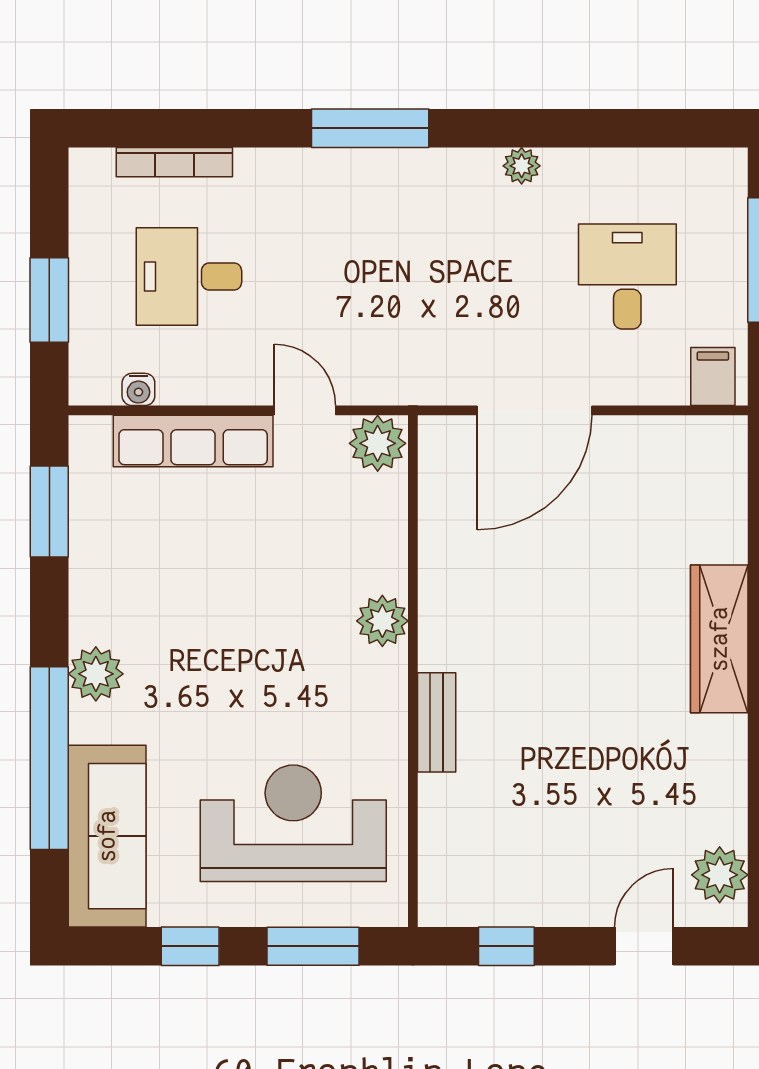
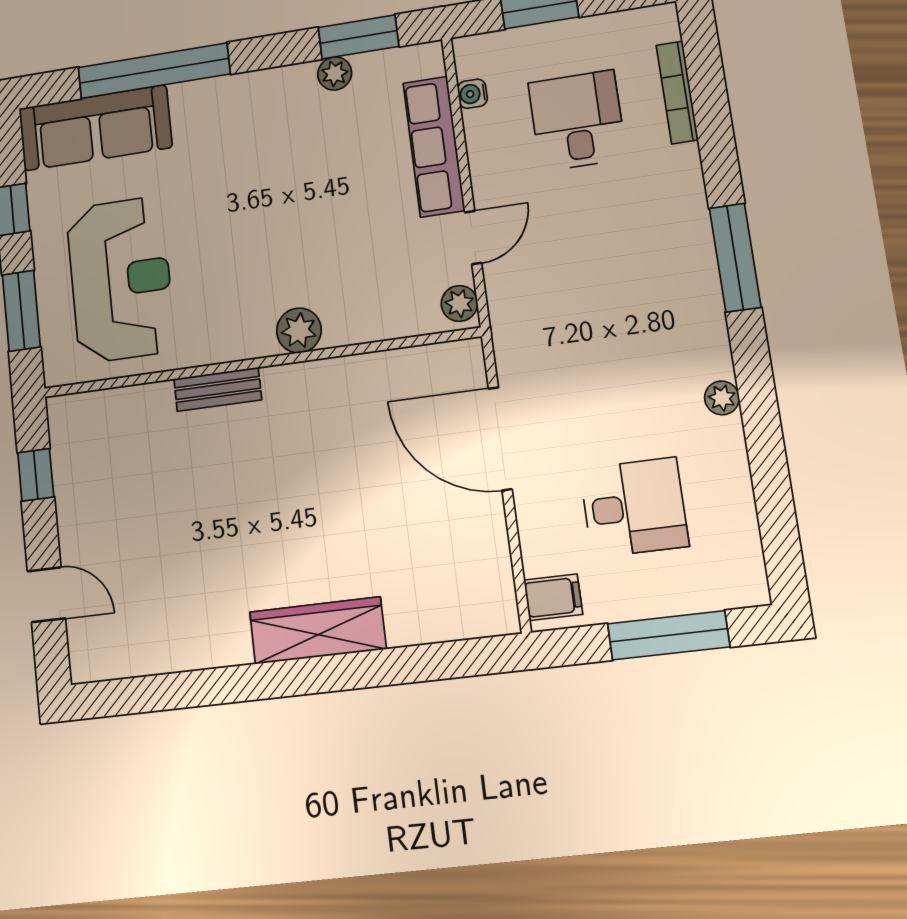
plant: (378, 443) -> (459, 303), width x0.73, depth x0.73
plant: (96, 674) -> (335, 73), moved, width x0.73, depth x0.73
plant: (720, 875) -> (113, 655), removed

